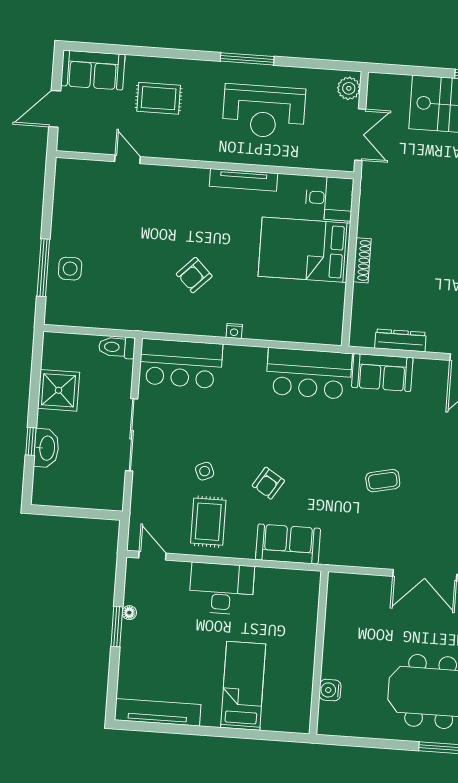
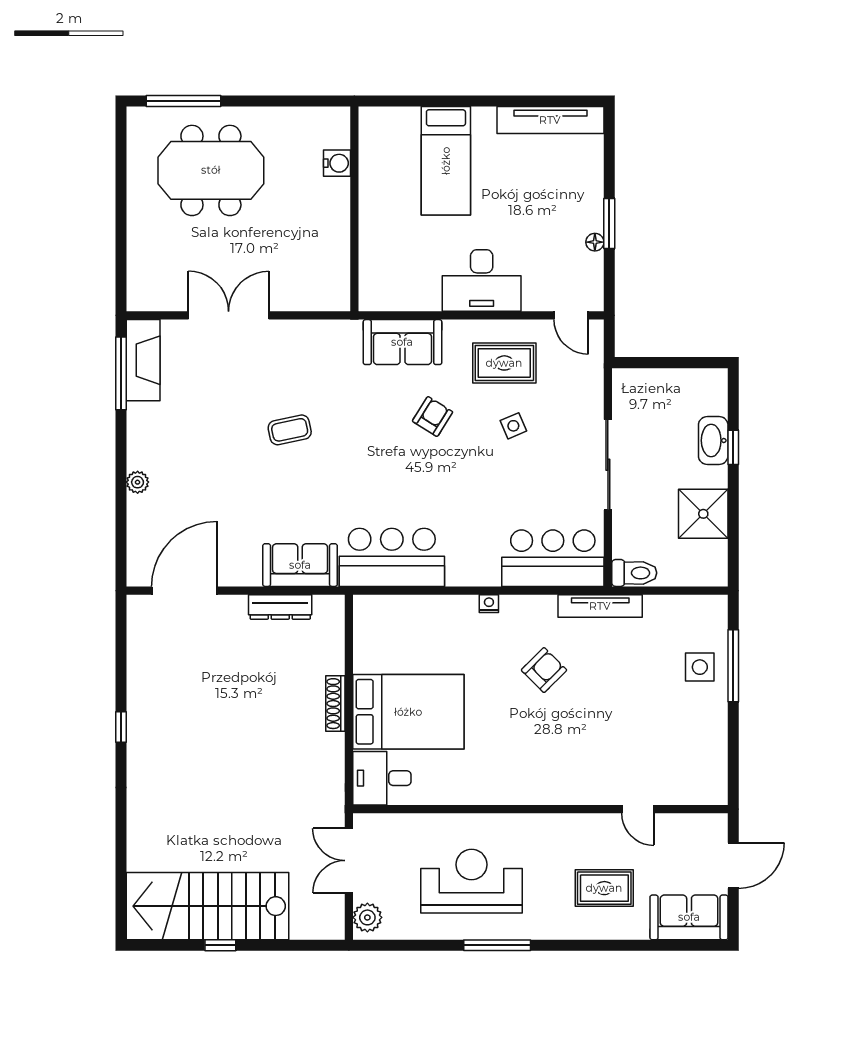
tv unit: (243, 180) -> (600, 606), moved, turned 180
rug: (208, 522) -> (504, 363), turned 90

